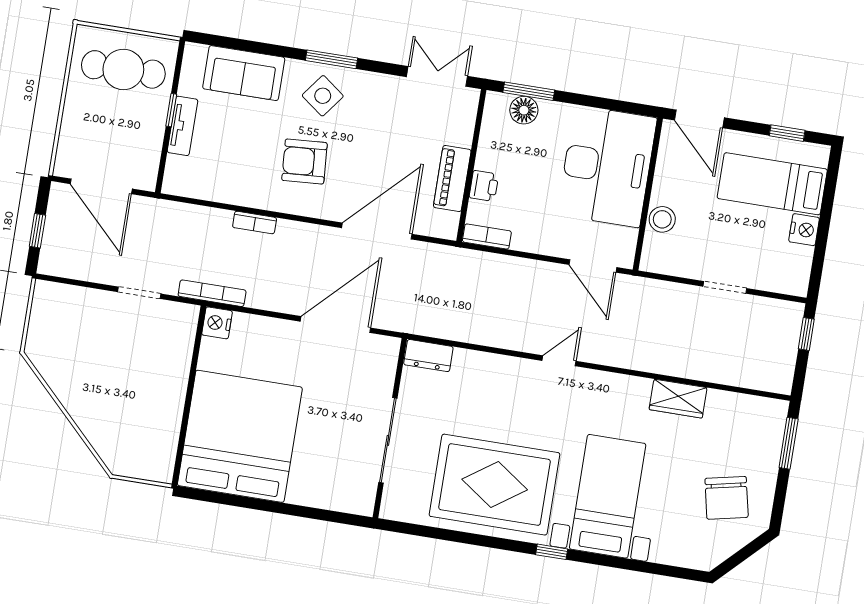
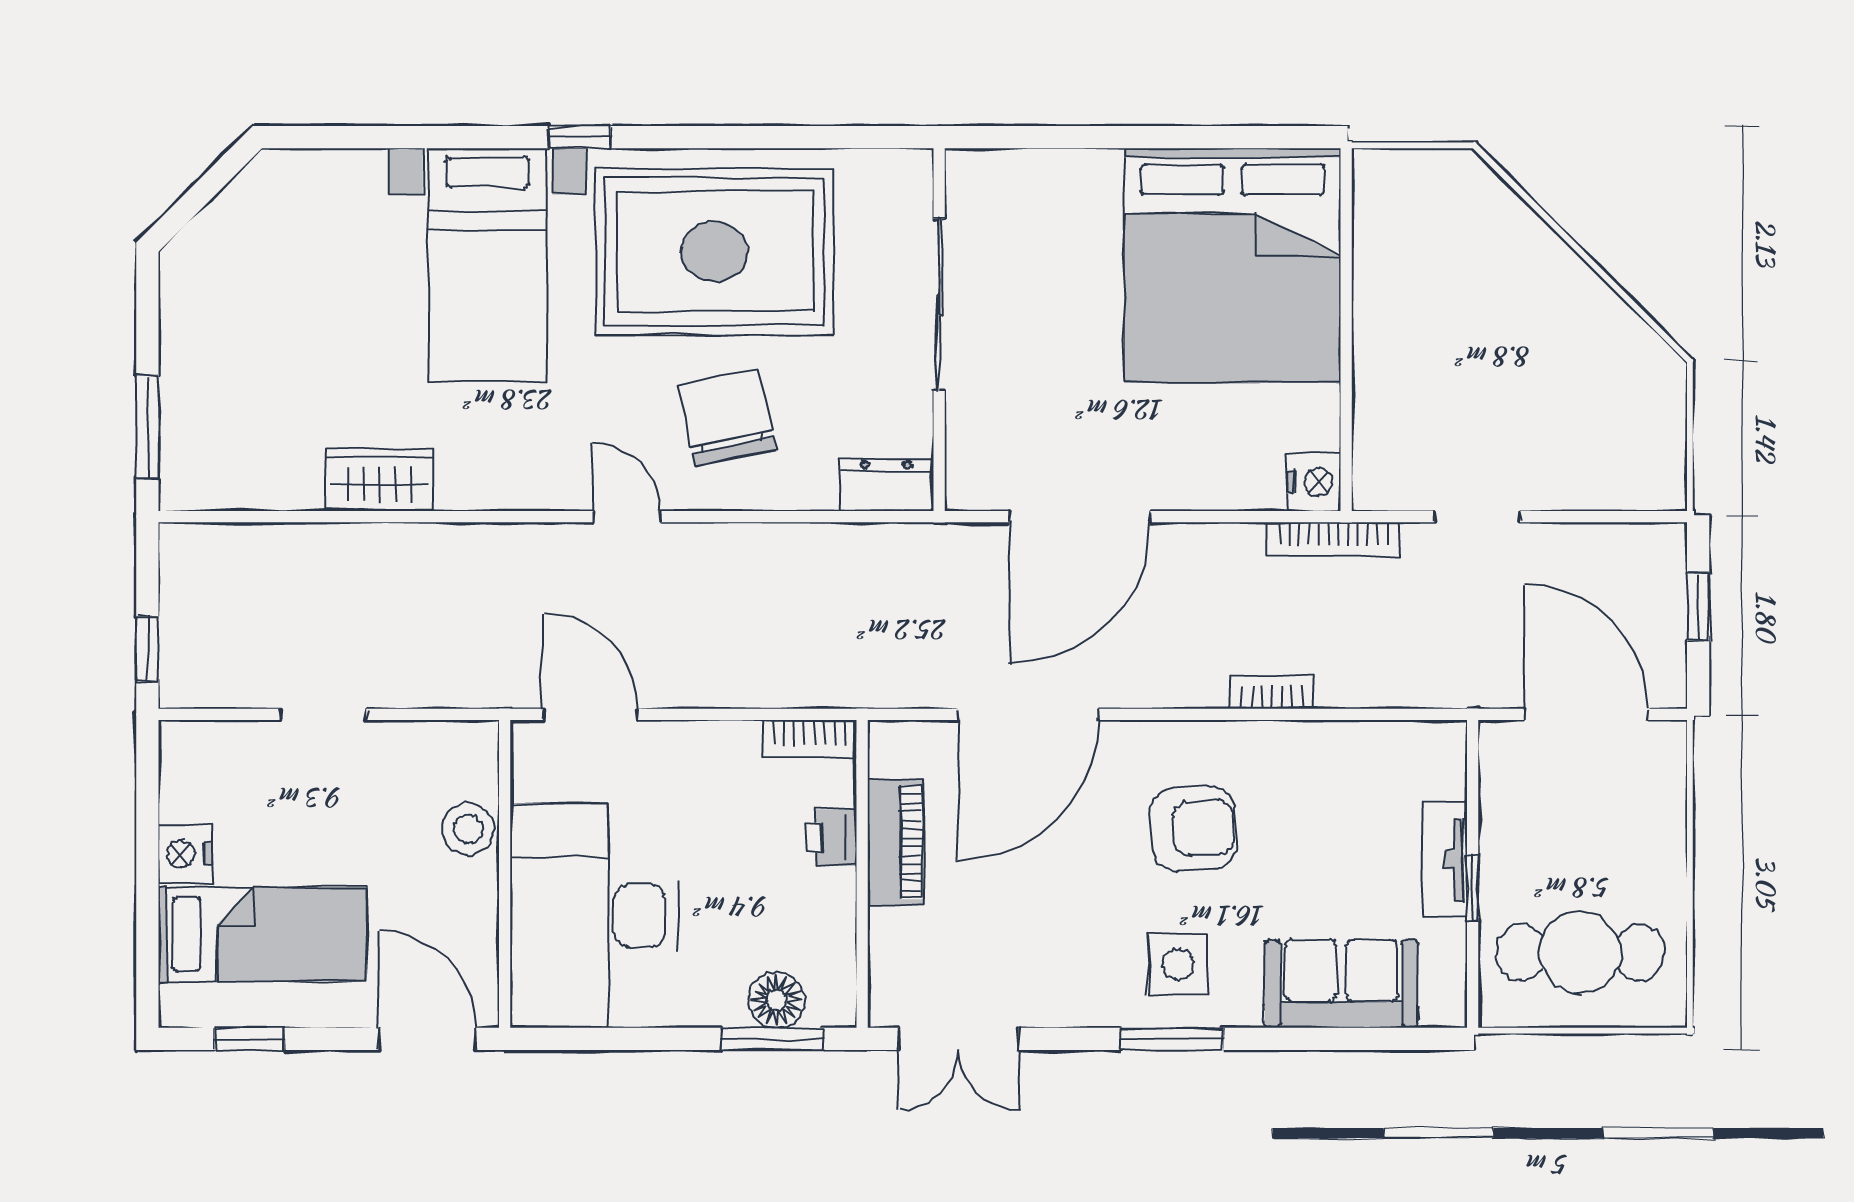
side table: (323, 96) -> (1178, 964), turned -37
door: (559, 361) -> (627, 517), swing flipped
chair: (727, 498) -> (727, 418), moved

